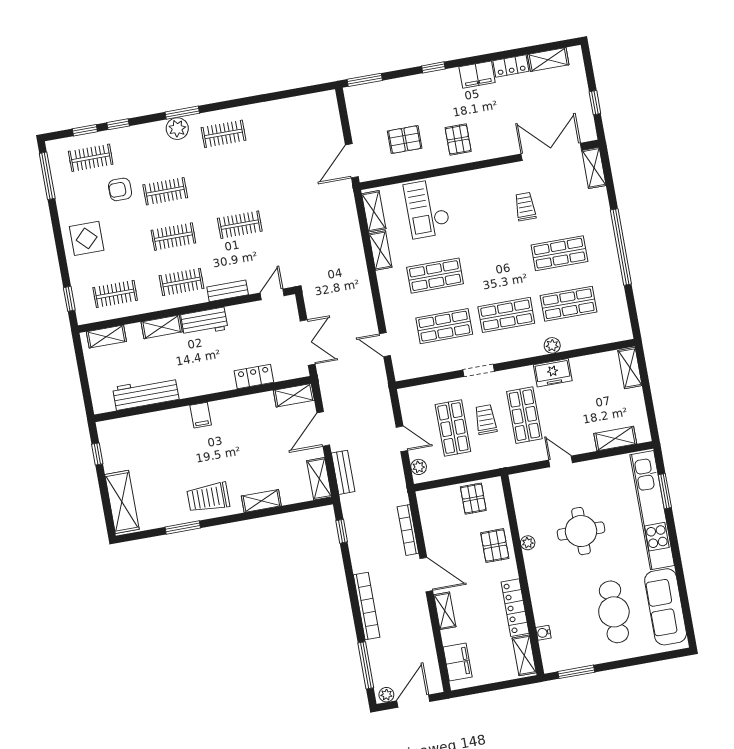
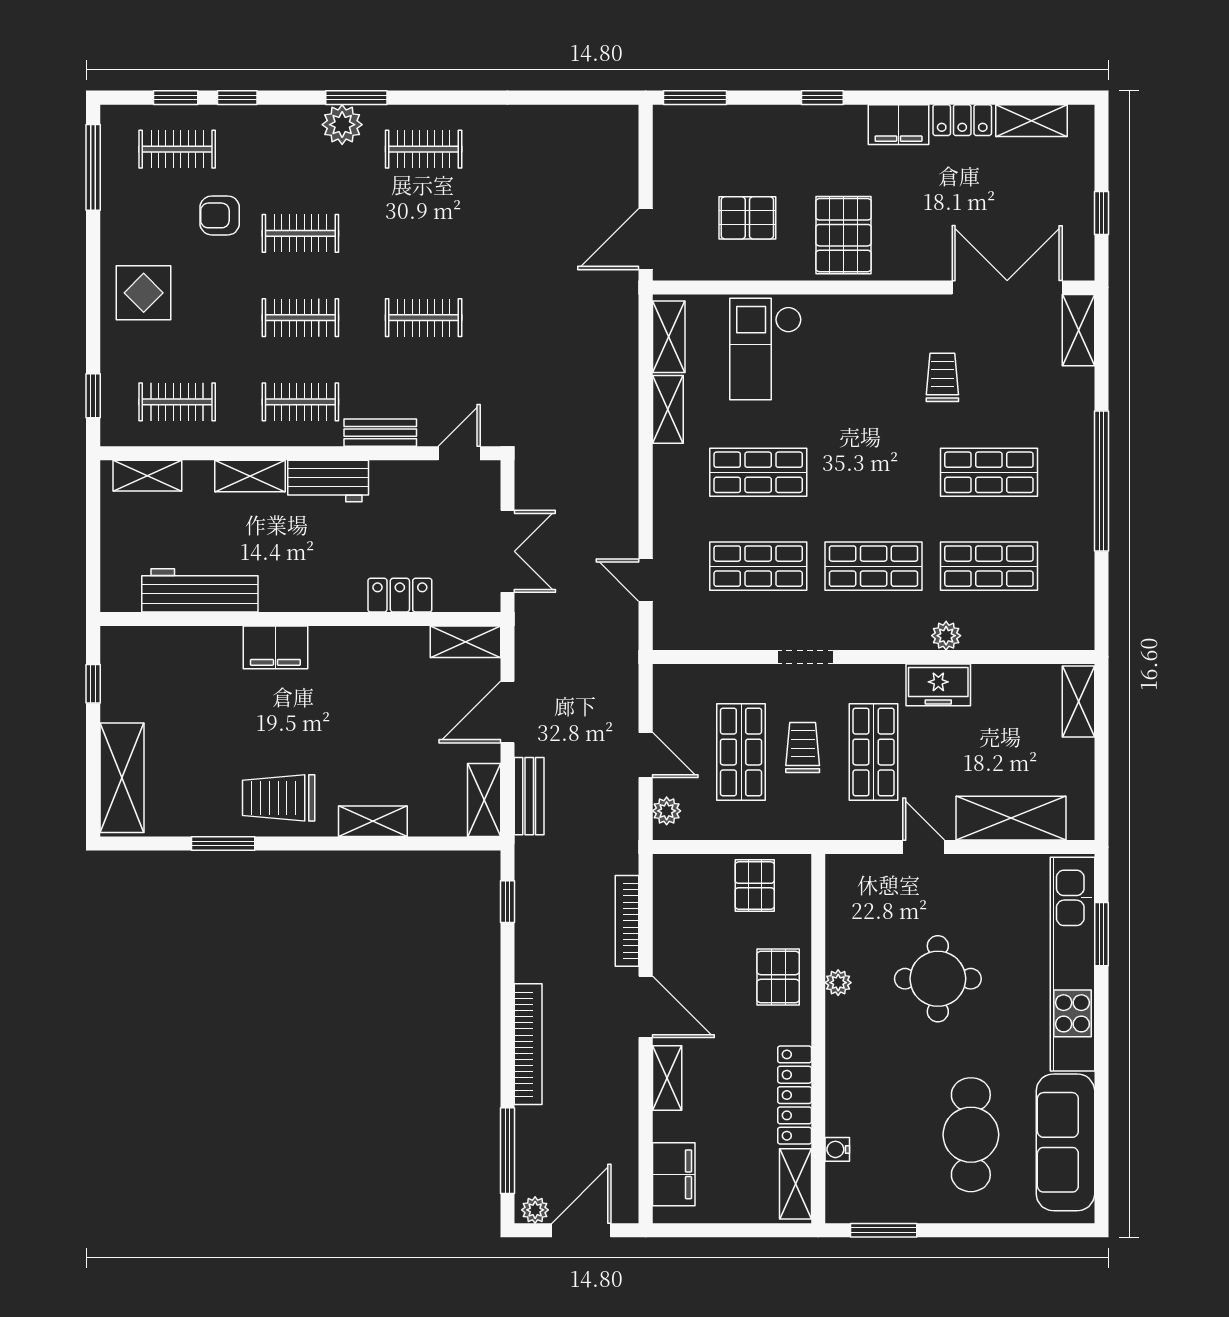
pallet: (458, 140) -> (844, 235), width x1.50, depth x1.42
filing cabinet: (201, 415) -> (275, 647), width x2.00
shelving: (615, 439) -> (1011, 818), width x1.50, depth x1.33

